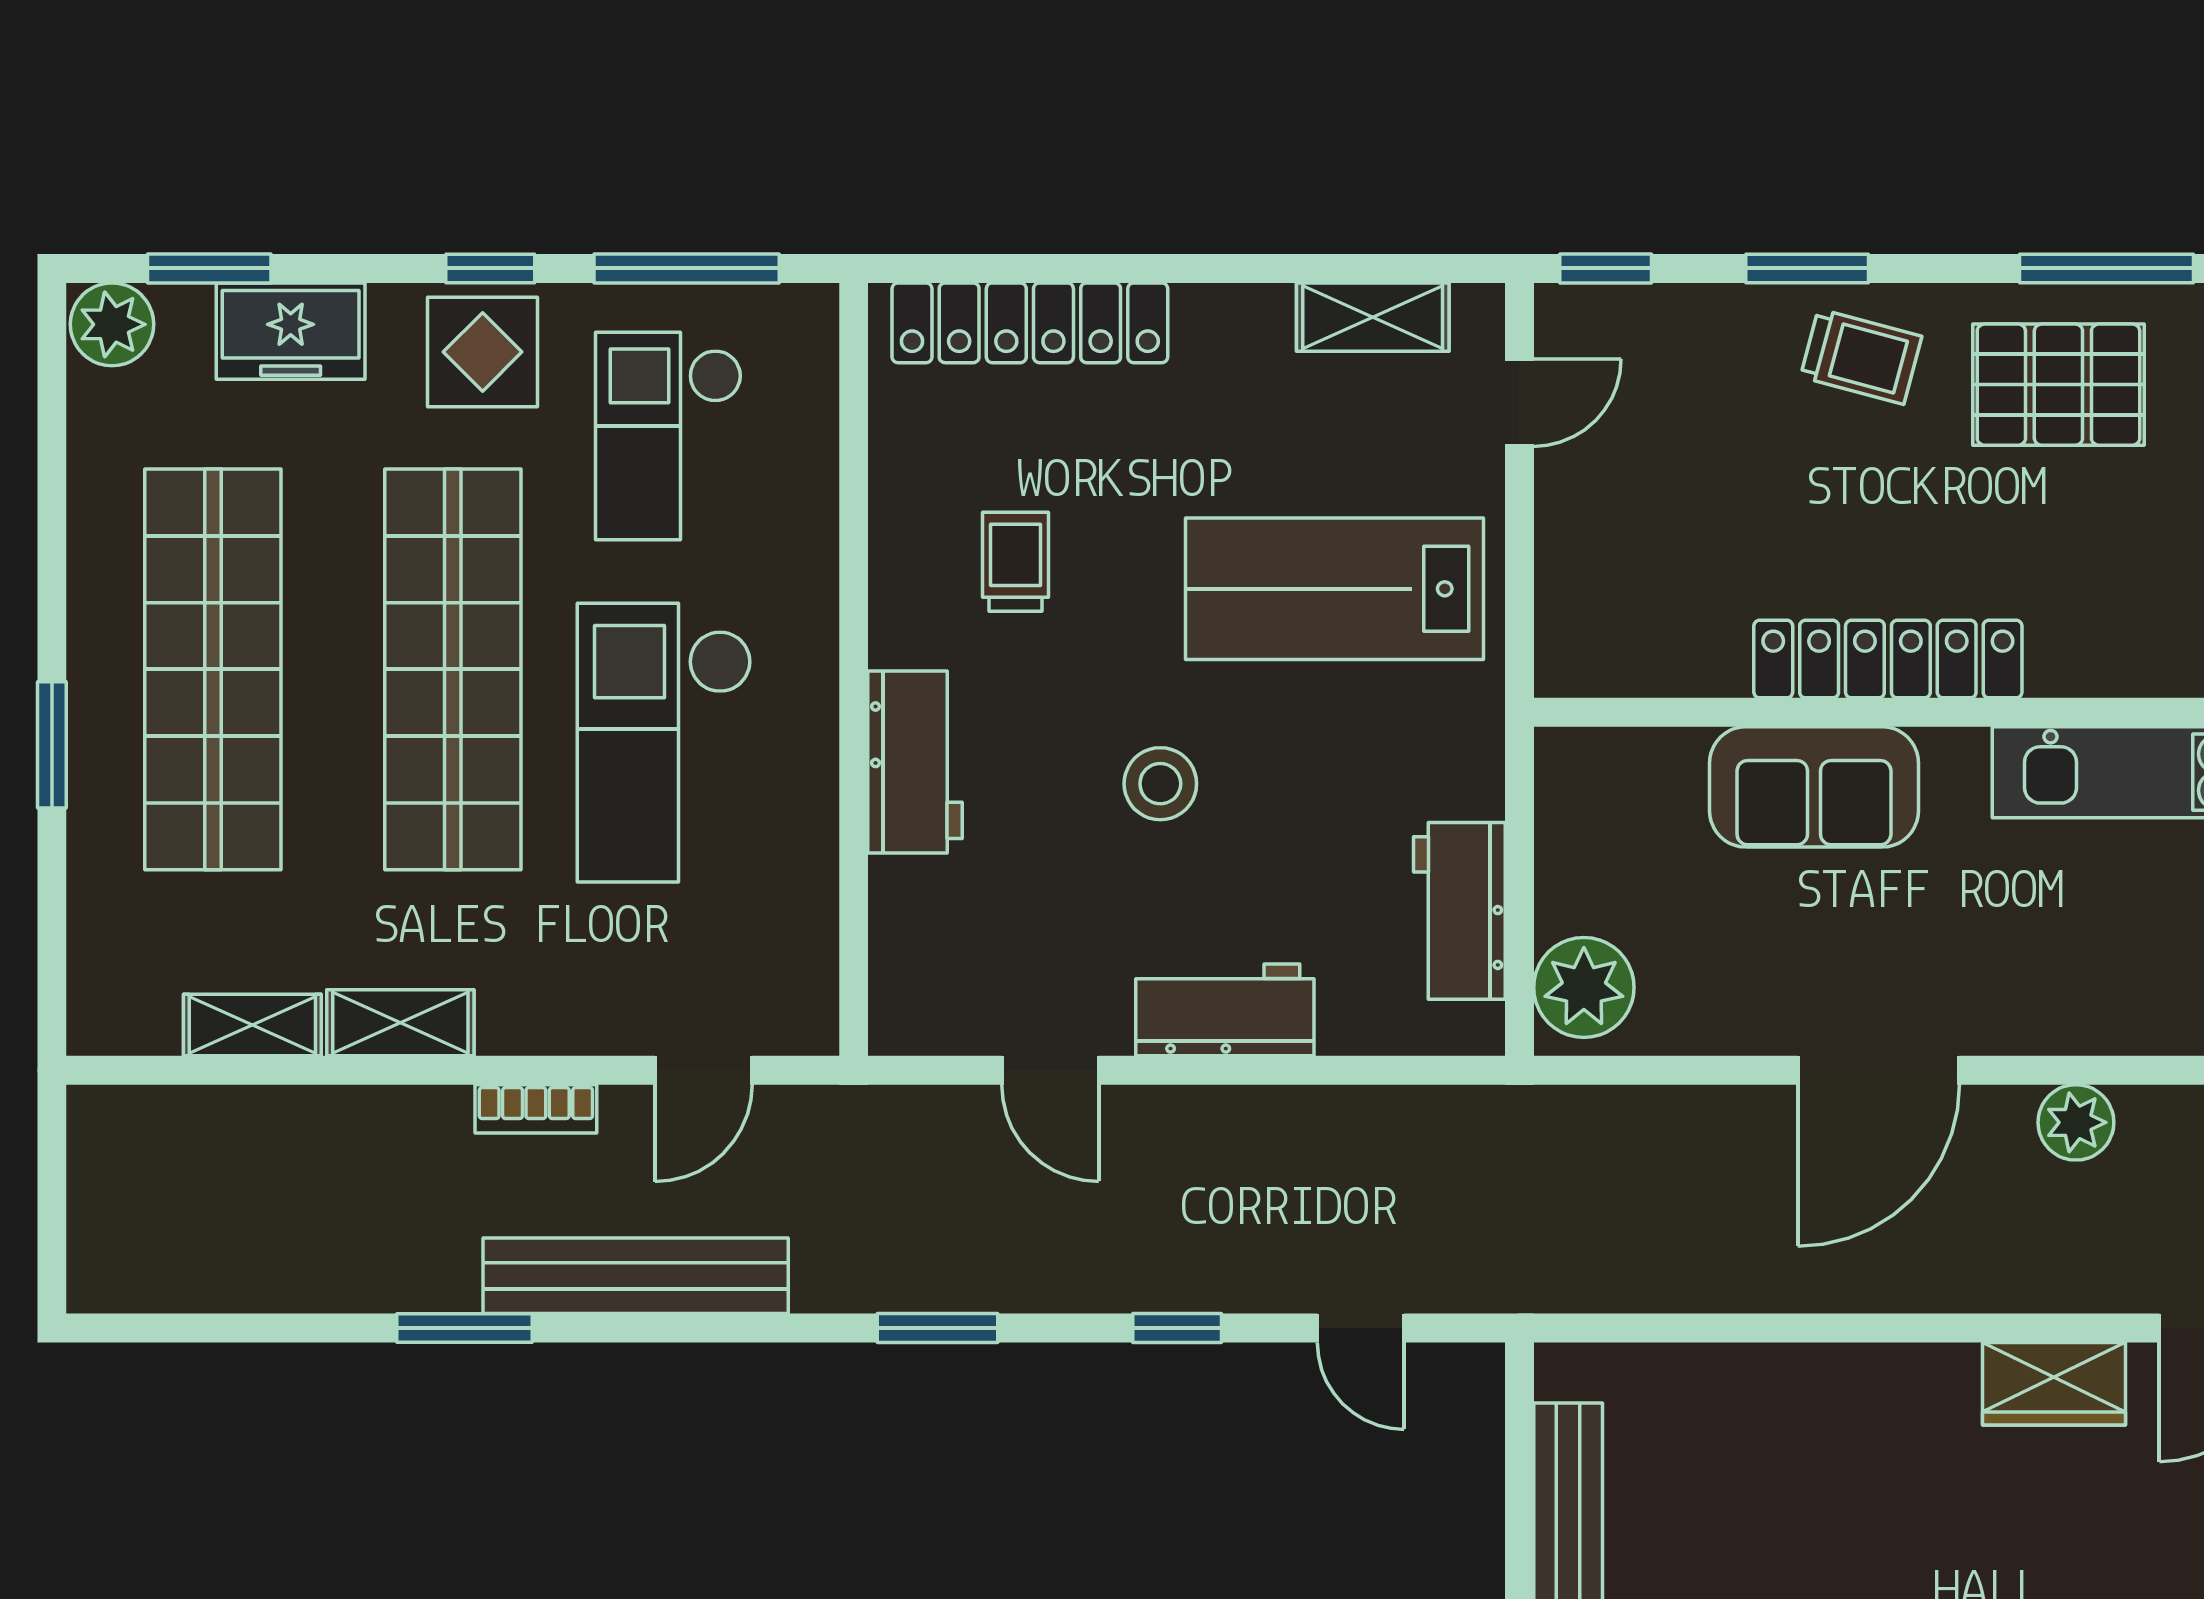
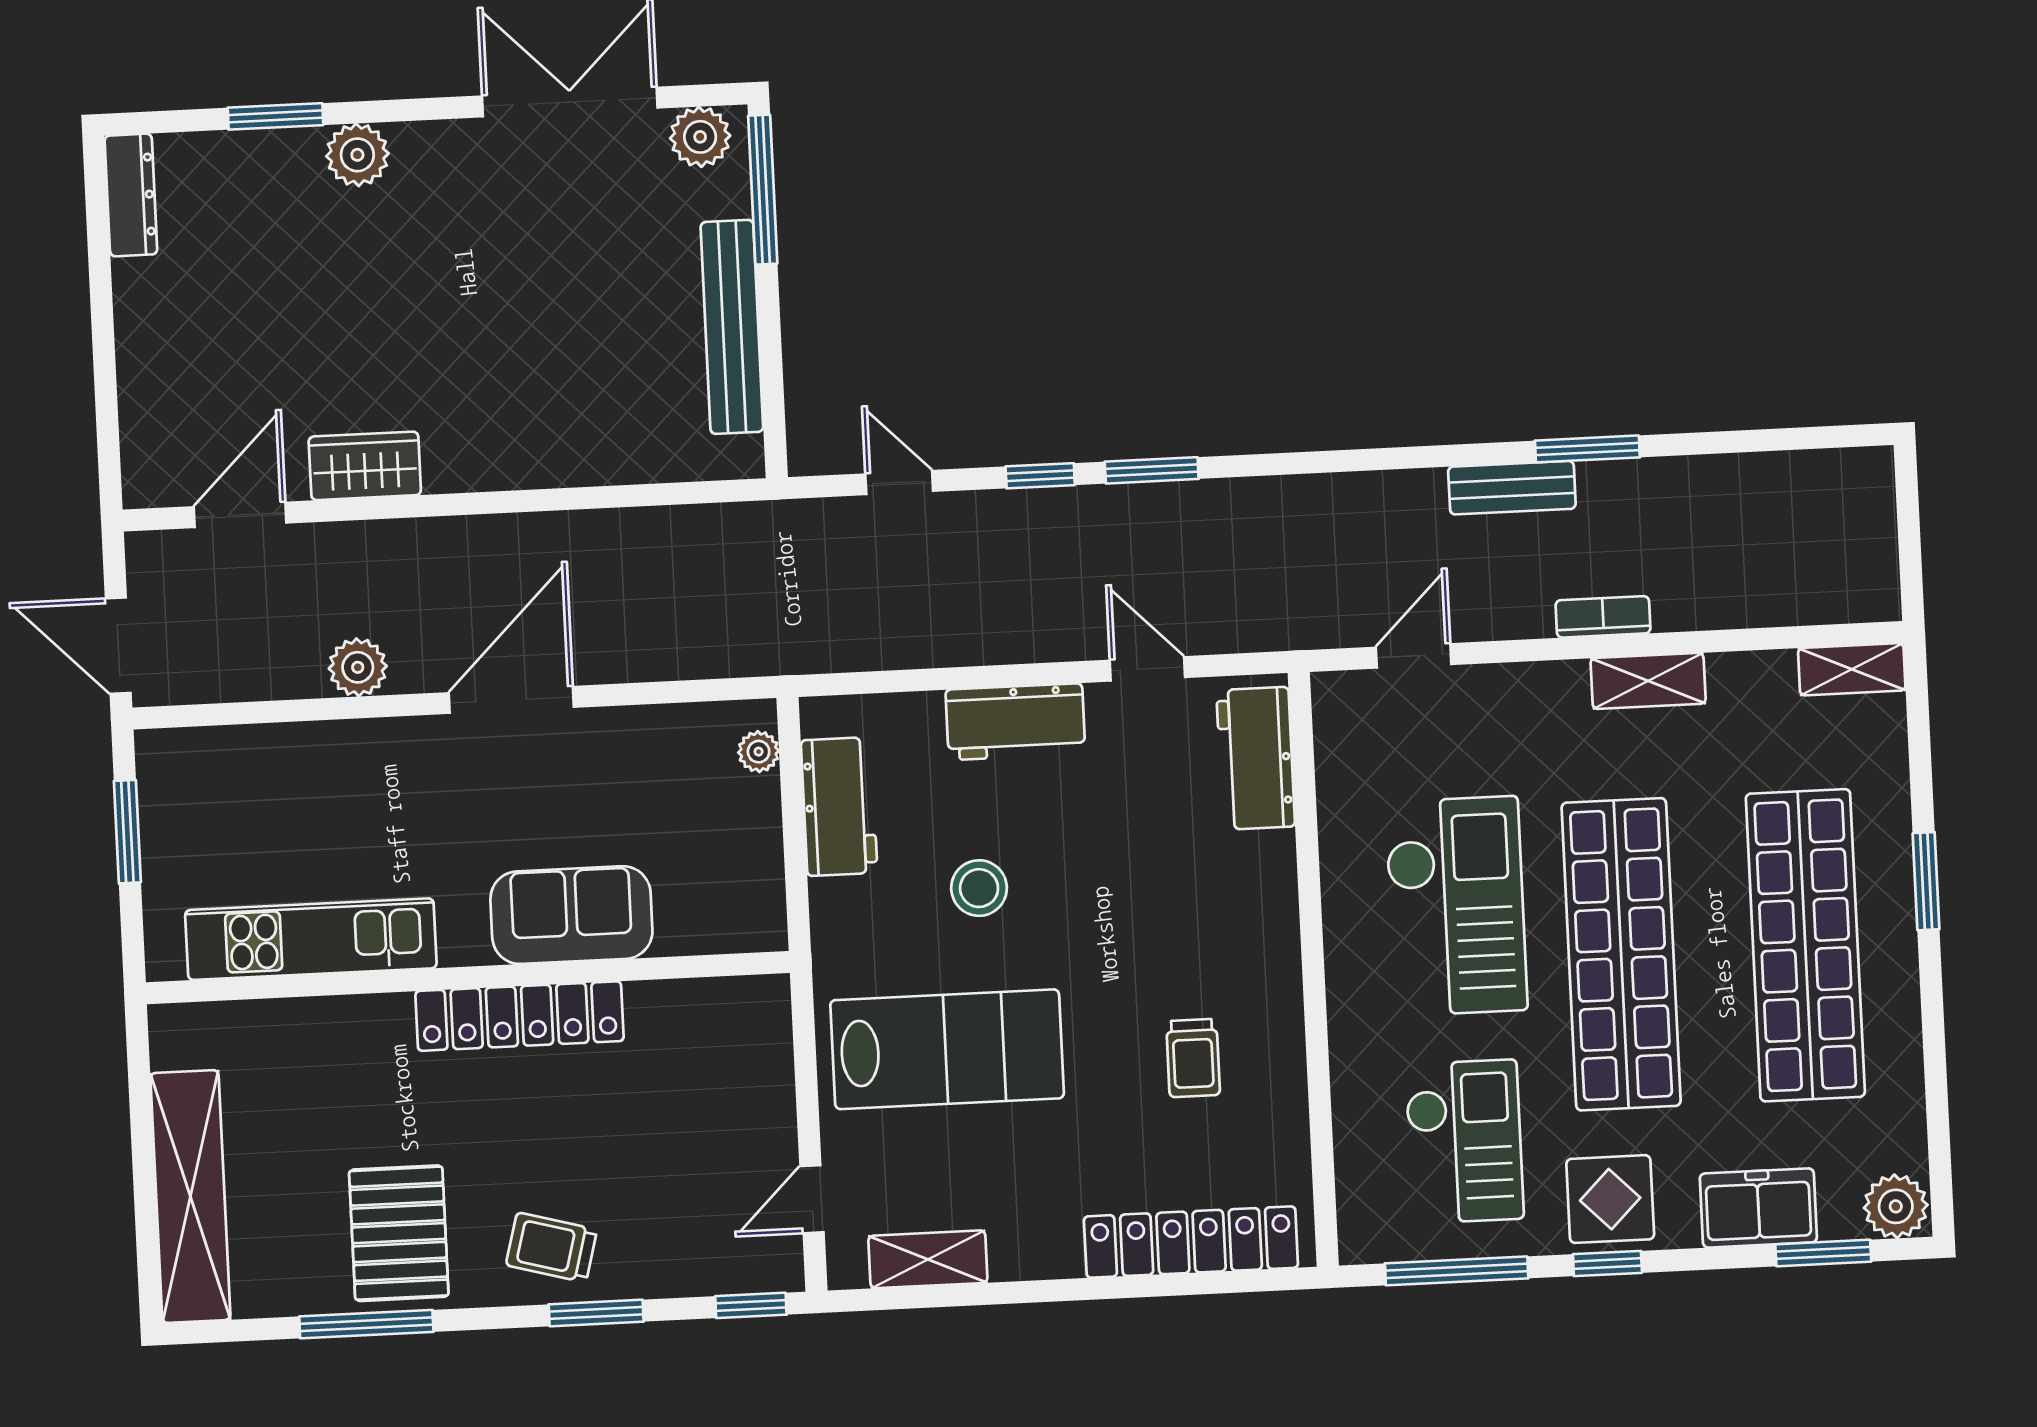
pallet: (2058, 385) -> (399, 1233), turned 90
workbench: (915, 762) -> (1256, 758), moved
stool: (1160, 784) -> (979, 888), moved
plant: (1584, 987) -> (759, 752), width x0.53, depth x0.53
shelving: (252, 1025) -> (1852, 669), moved
bookcase: (536, 1109) -> (1603, 617), moved
bench: (636, 1276) -> (1512, 488), width x0.54, depth x0.82
window: (938, 1328) -> (1152, 470), moved

